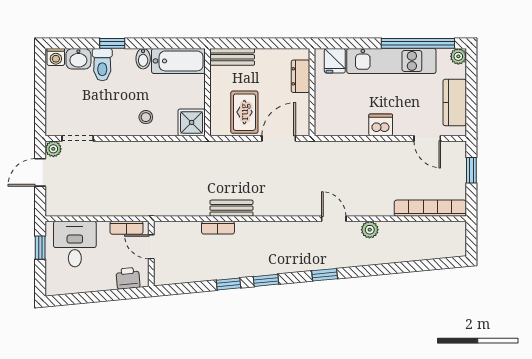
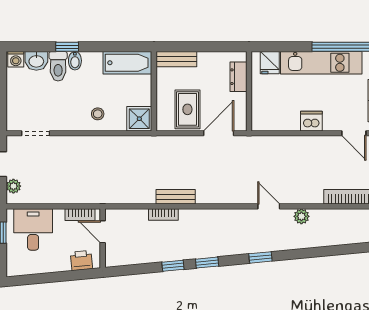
bidet: (143, 59) -> (75, 61), moved
plant: (53, 149) -> (13, 186), moved

